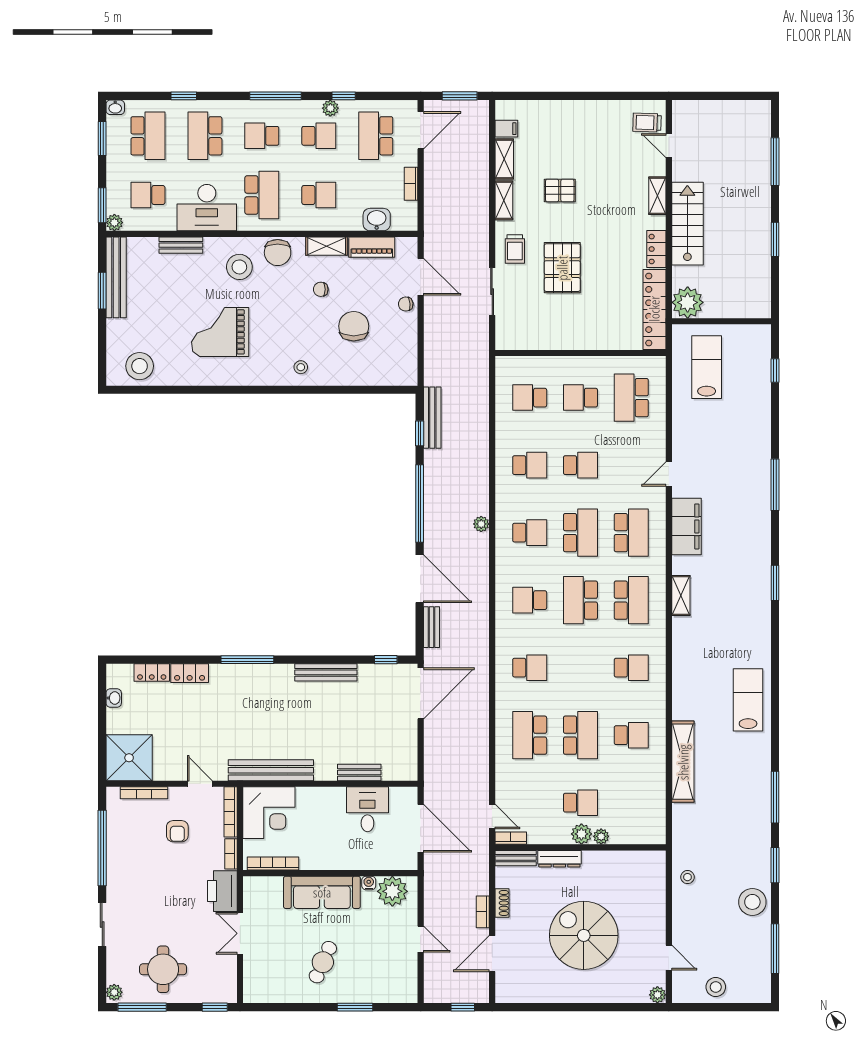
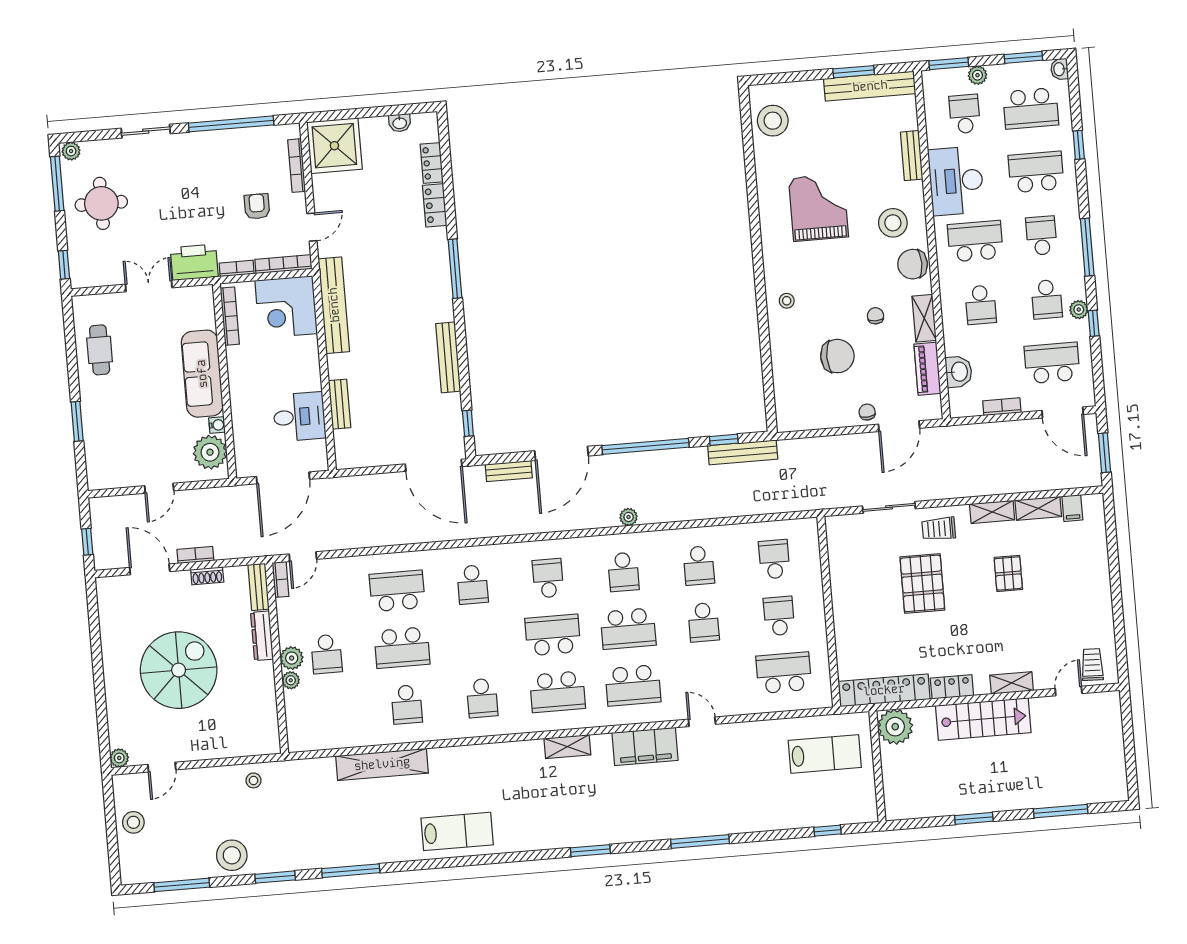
school desk: (262, 195) -> (975, 241), turned 180
plant: (114, 223) -> (977, 75), moved
pallet: (562, 268) -> (922, 583), turned 90
armchair: (177, 831) -> (257, 206), turned 90
cafe table: (323, 962) -> (100, 350), moved, turned 66

